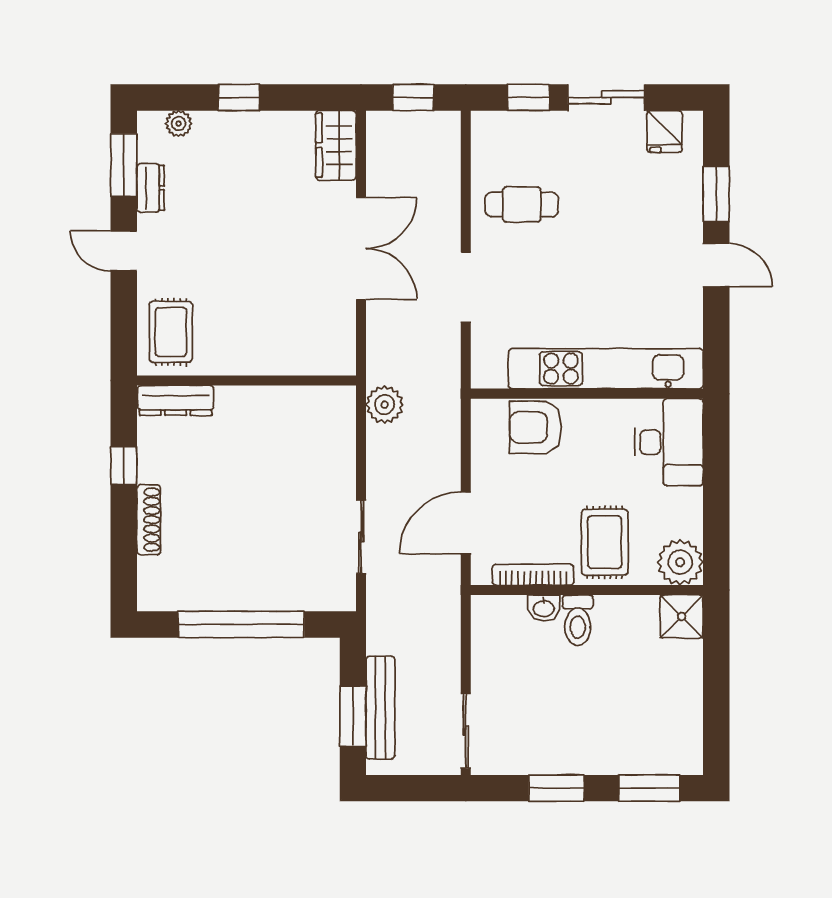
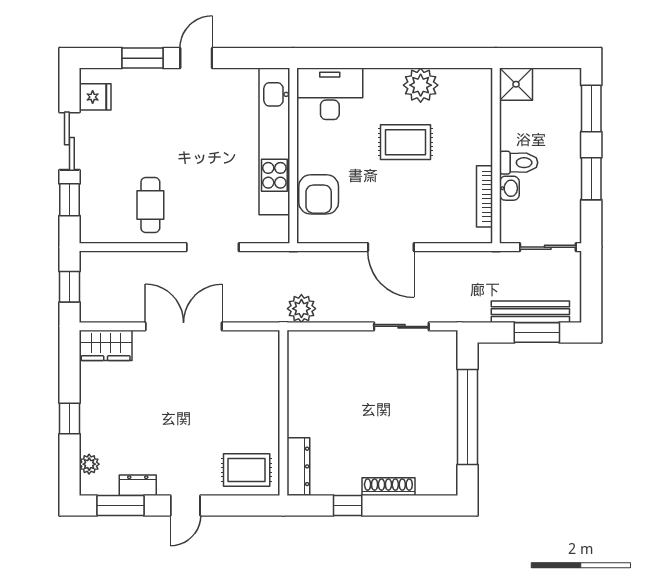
bookcase: (533, 575) -> (484, 196), moved
wall: (587, 590) -> (496, 156), moved
washbasin: (544, 608) -> (509, 188), moved
shower: (682, 617) -> (516, 84), moved
toilet: (578, 620) -> (519, 163), moved

